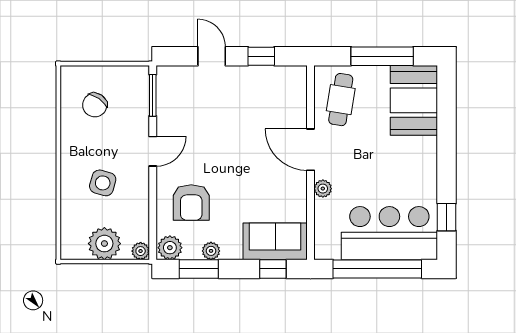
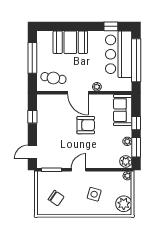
door: (212, 56) -> (32, 152), moved
booth: (414, 100) -> (70, 42), moved
door: (311, 150) -> (78, 93), hinge flipped
door: (153, 151) -> (79, 170), hinge flipped
armchair: (191, 203) -> (86, 125), moved
plant: (104, 244) -> (124, 204), moved
window: (273, 269) -> (136, 123), moved

